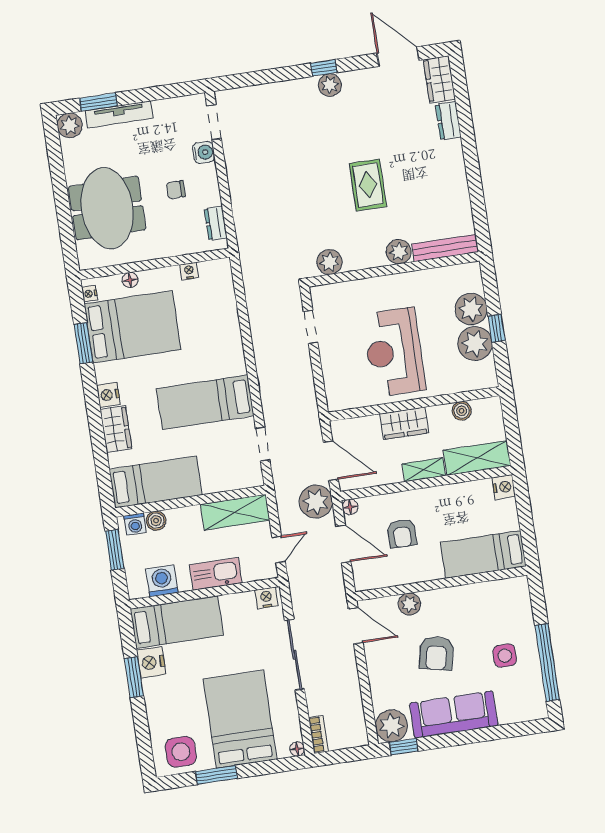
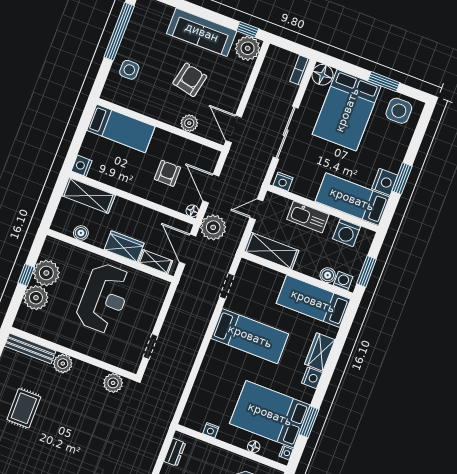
rug: (368, 185) -> (24, 408), moved
shelving: (424, 470) -> (155, 262), moved
side table: (505, 656) -> (129, 70), moved
floor lamp: (297, 749) -> (322, 75), width x1.89, depth x1.89

